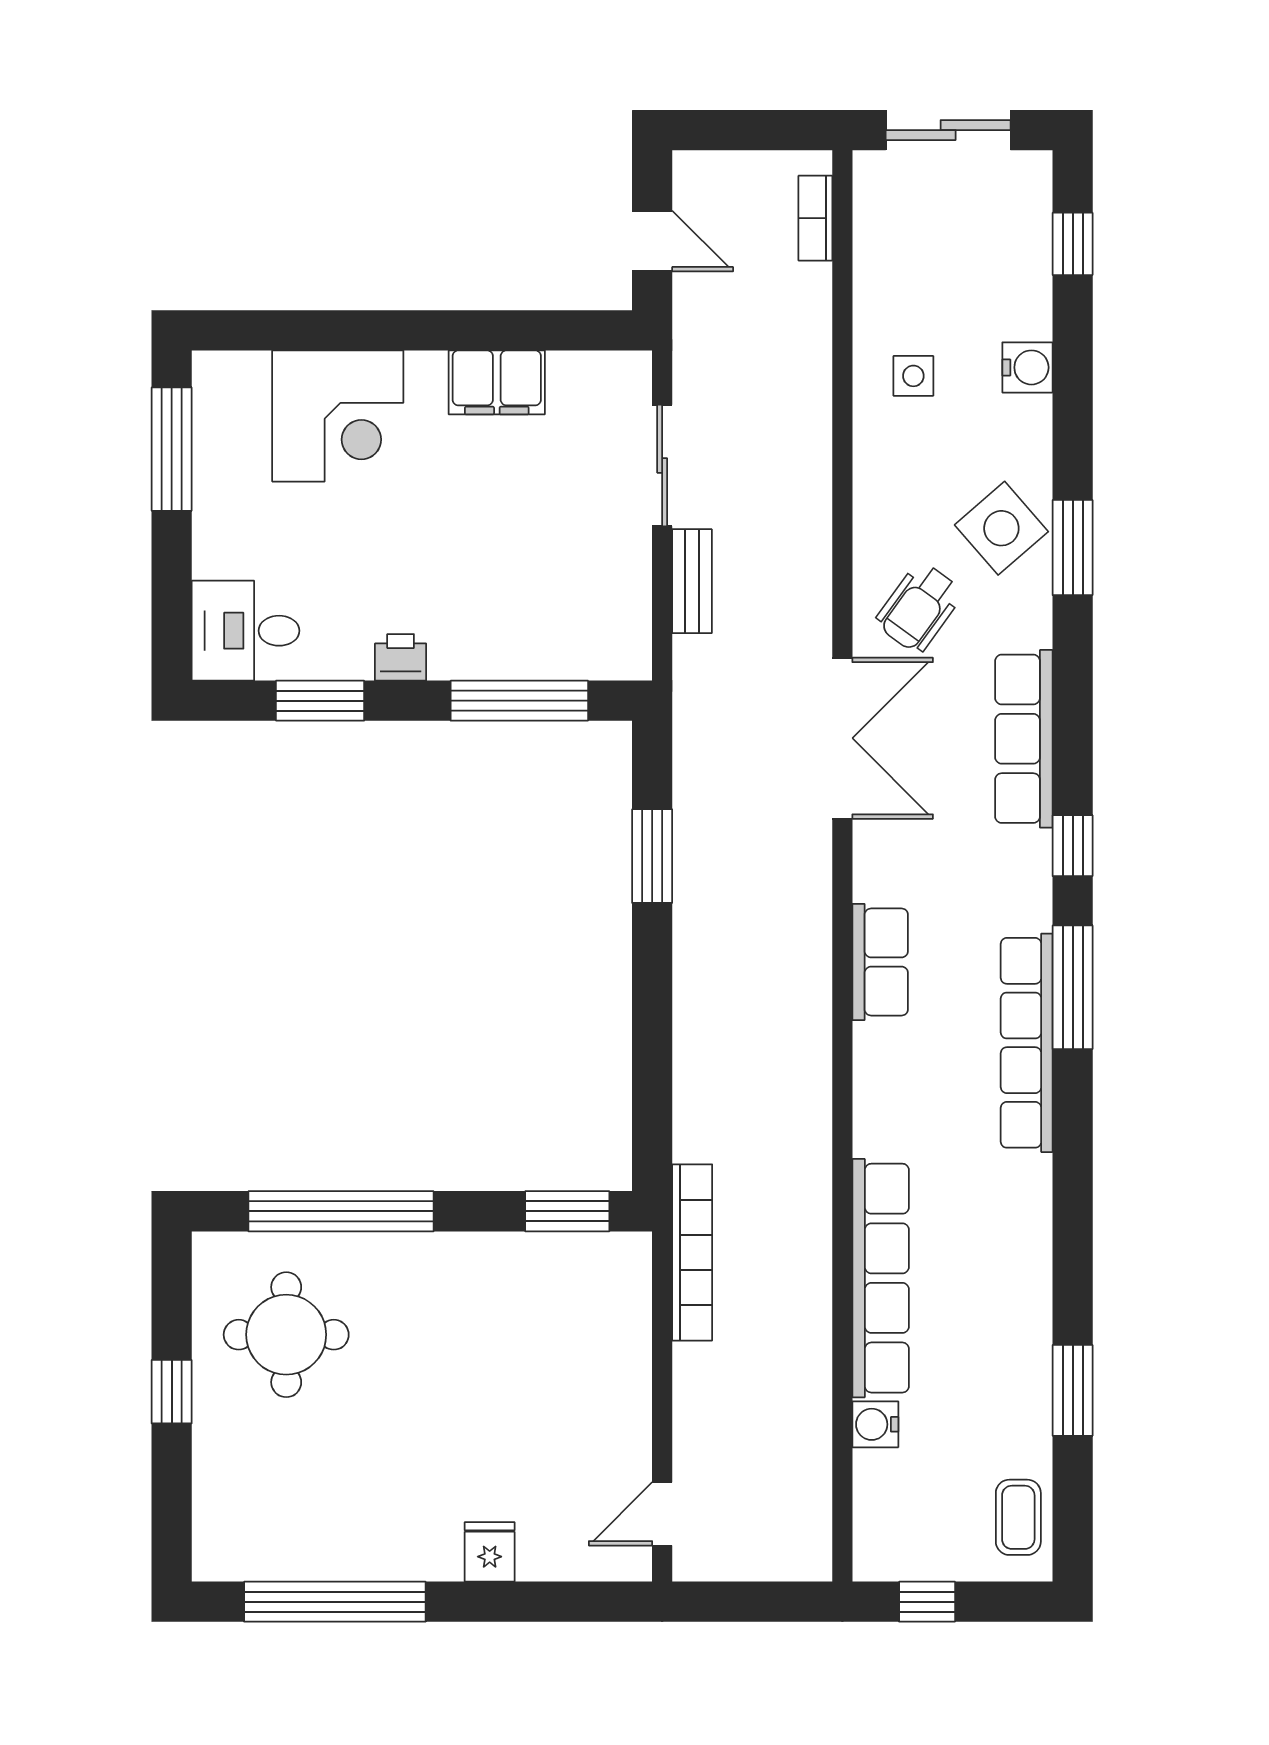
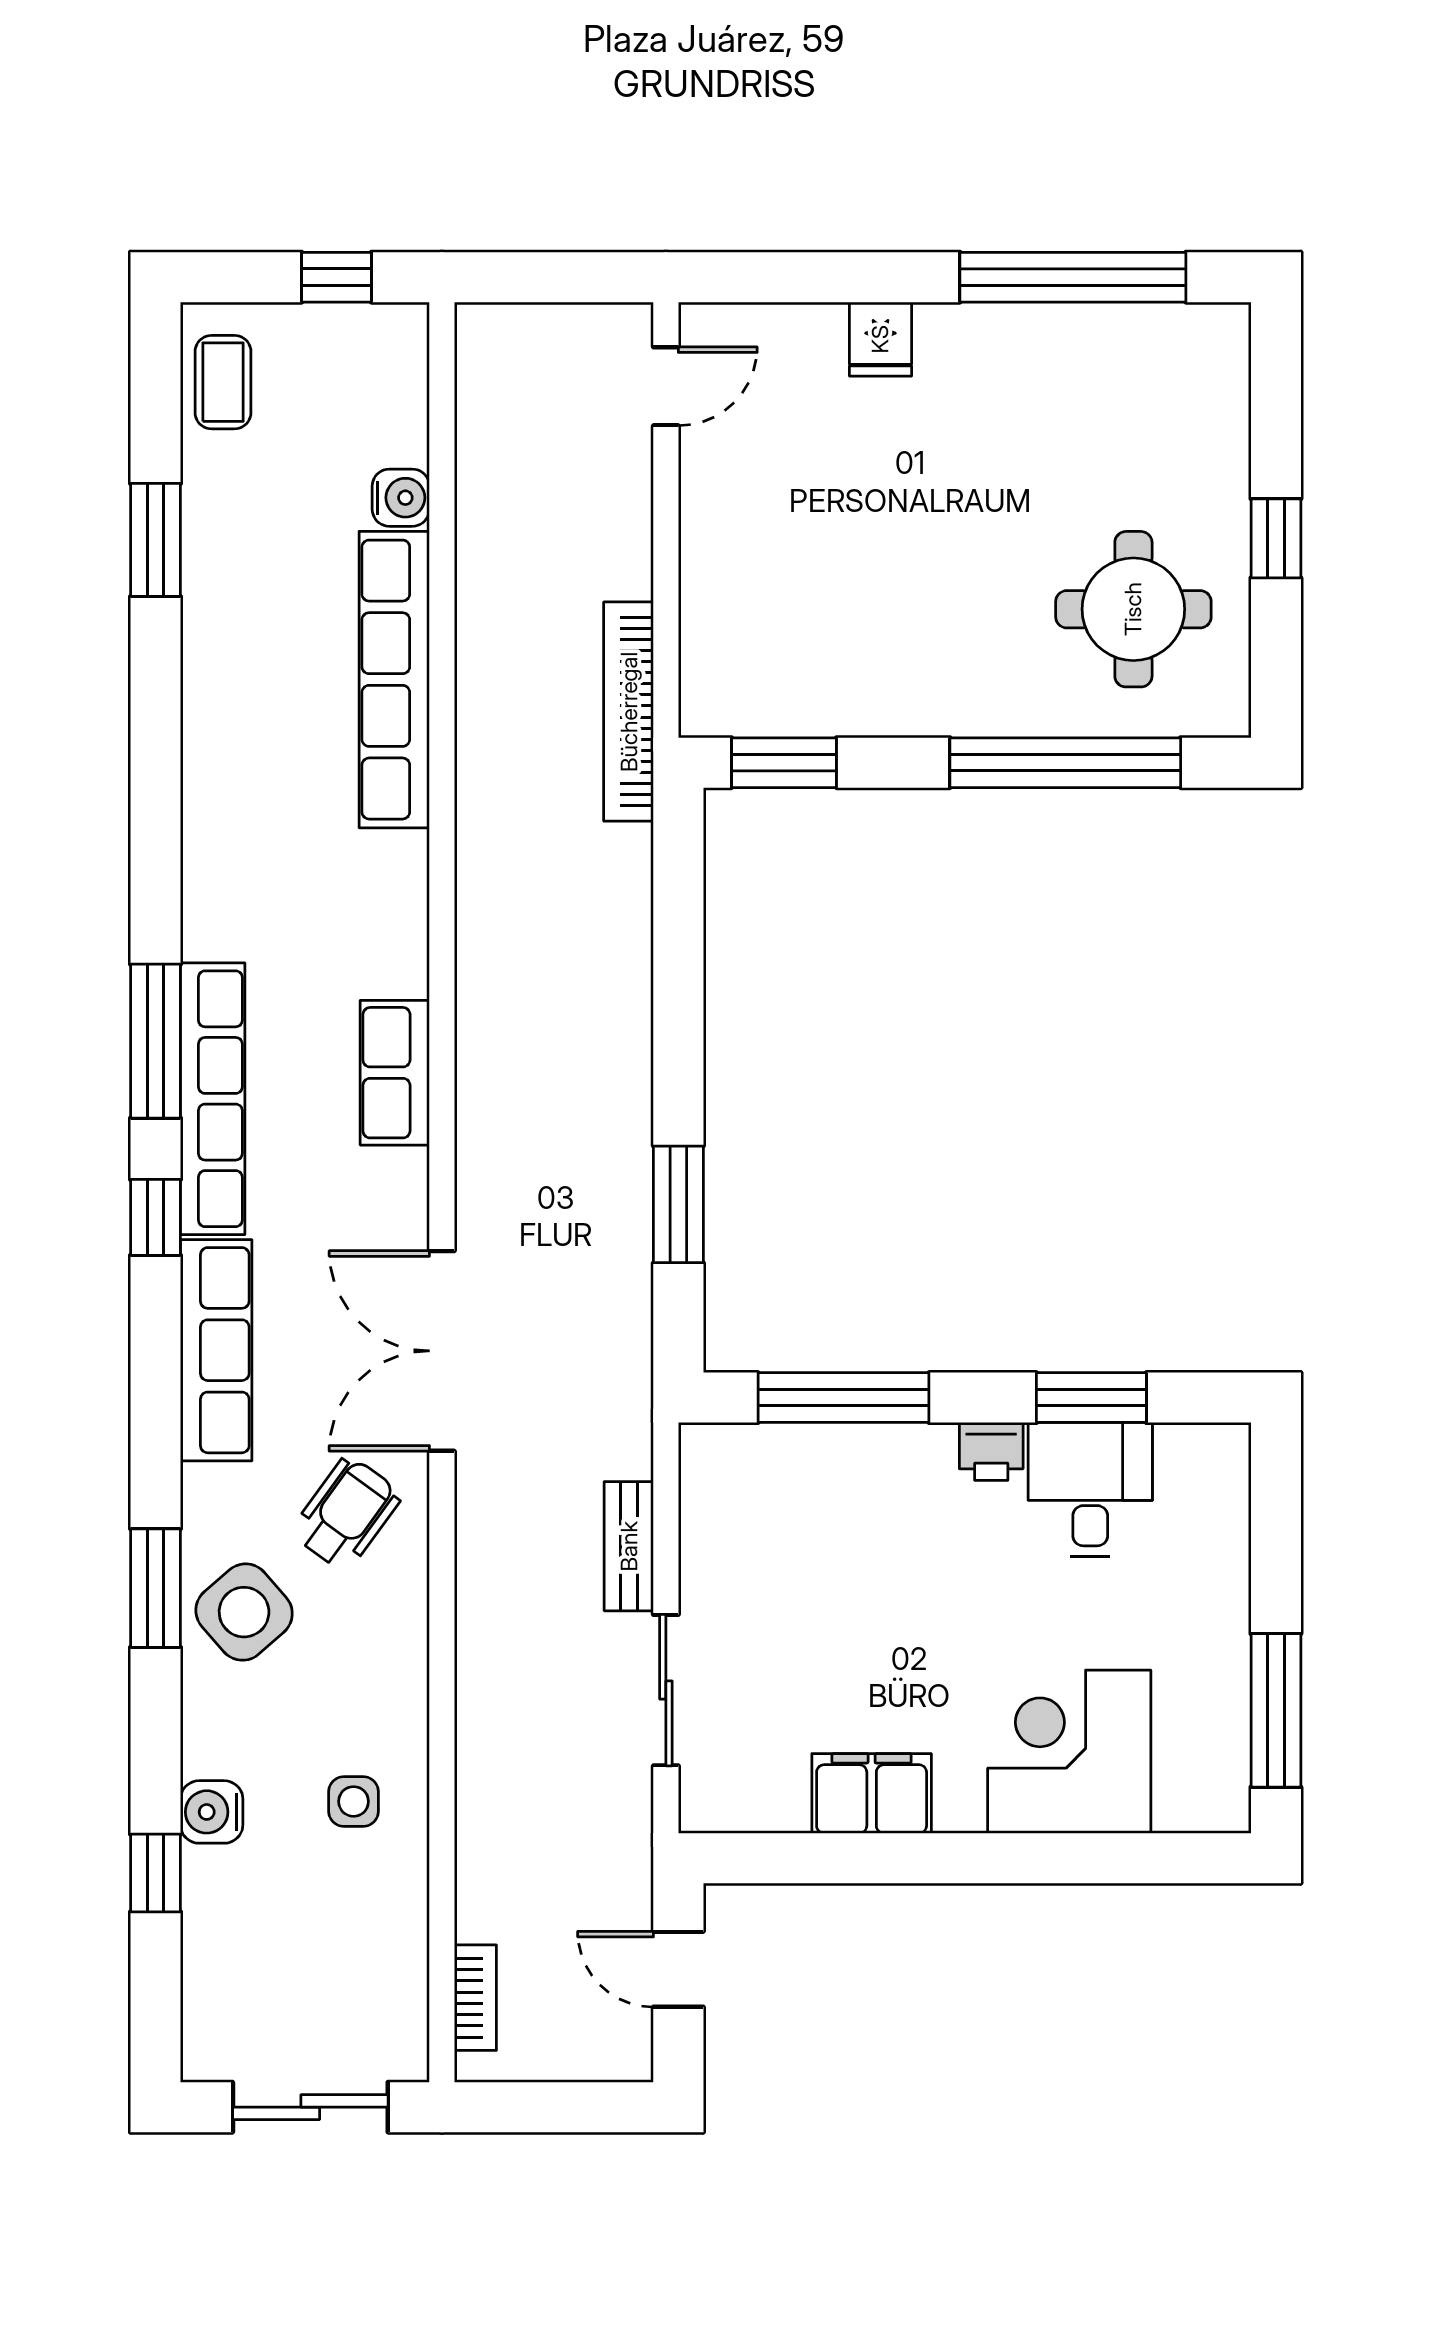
window: (1073, 244) -> (156, 1873), moved
desk: (246, 631) -> (1090, 1490), moved, turned -90
row of seats: (1027, 1043) -> (213, 1099), moved

